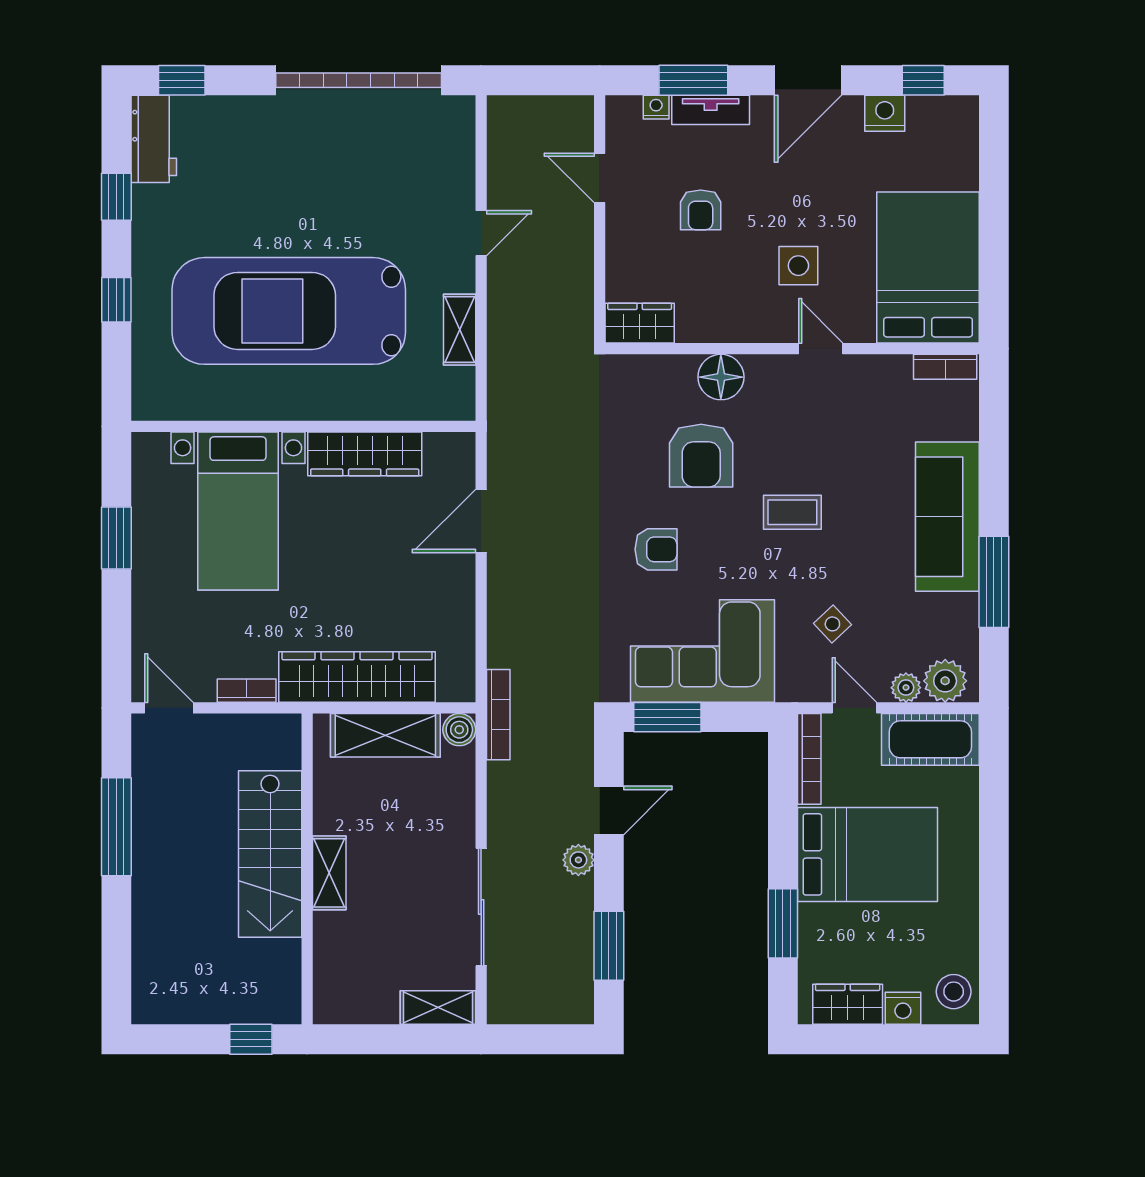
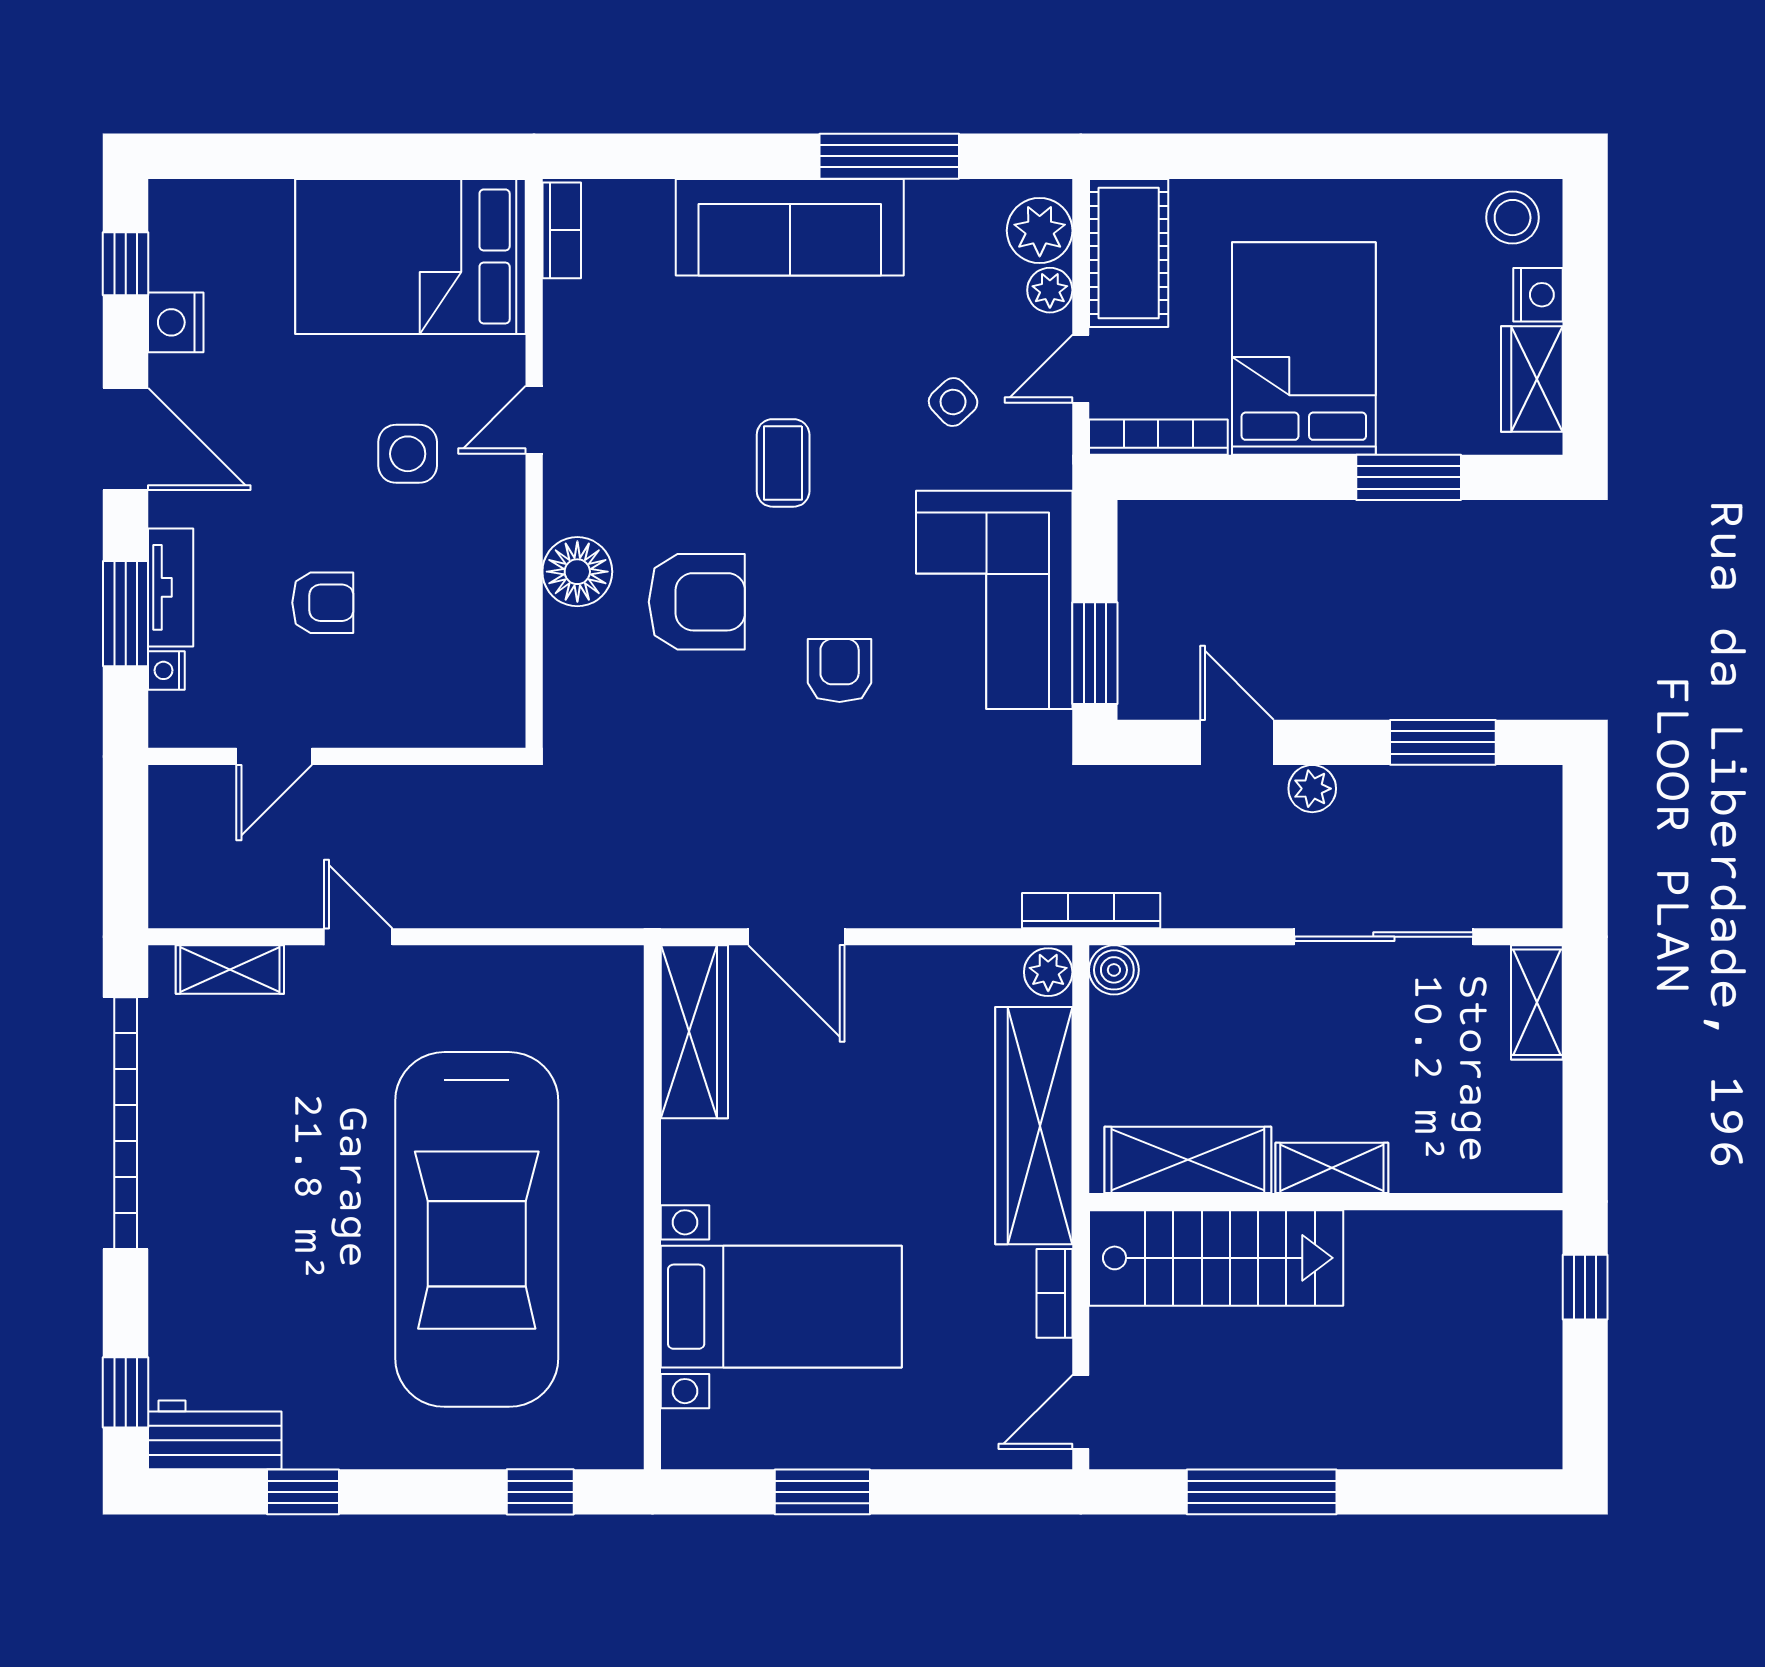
window: (116, 300) -> (540, 1492), moved
wardrobe: (640, 323) -> (495, 695), removed
shelving: (460, 330) -> (230, 970), moved
wardrobe: (365, 454) -> (694, 1032), moved
plant: (458, 686) -> (1048, 972), added
shelving: (385, 735) -> (1188, 1160), moved, turned 90
stairs: (270, 854) -> (1216, 1258), moved

